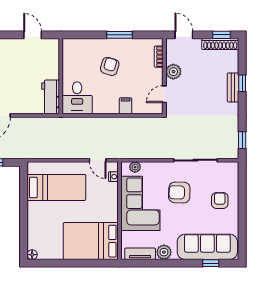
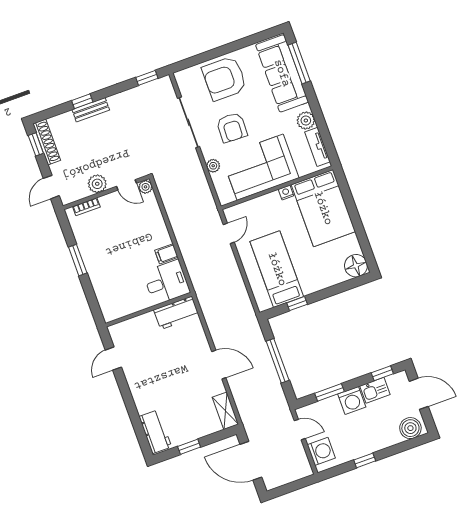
armchair: (110, 66) -> (117, 258), removed
filing cabinet: (126, 106) -> (166, 254), moved
plant: (157, 108) -> (146, 187), added
plant: (135, 167) -> (213, 166), moved
nightstand: (113, 177) -> (286, 193), moved
window: (24, 194) -> (297, 304), added
armchair: (220, 201) -> (224, 78), width x1.88, depth x1.88
floor lamp: (32, 255) -> (356, 266), width x1.89, depth x1.89
window: (211, 263) -> (299, 63), width x2.17

